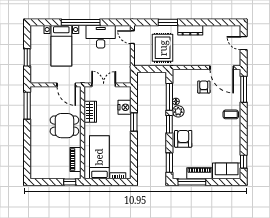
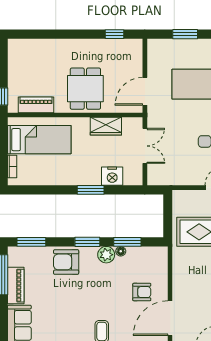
window: (169, 97) -> (127, 242), width x0.69
window: (27, 106) -> (114, 34), width x0.46
armchair: (183, 139) -> (66, 262), turned 180

